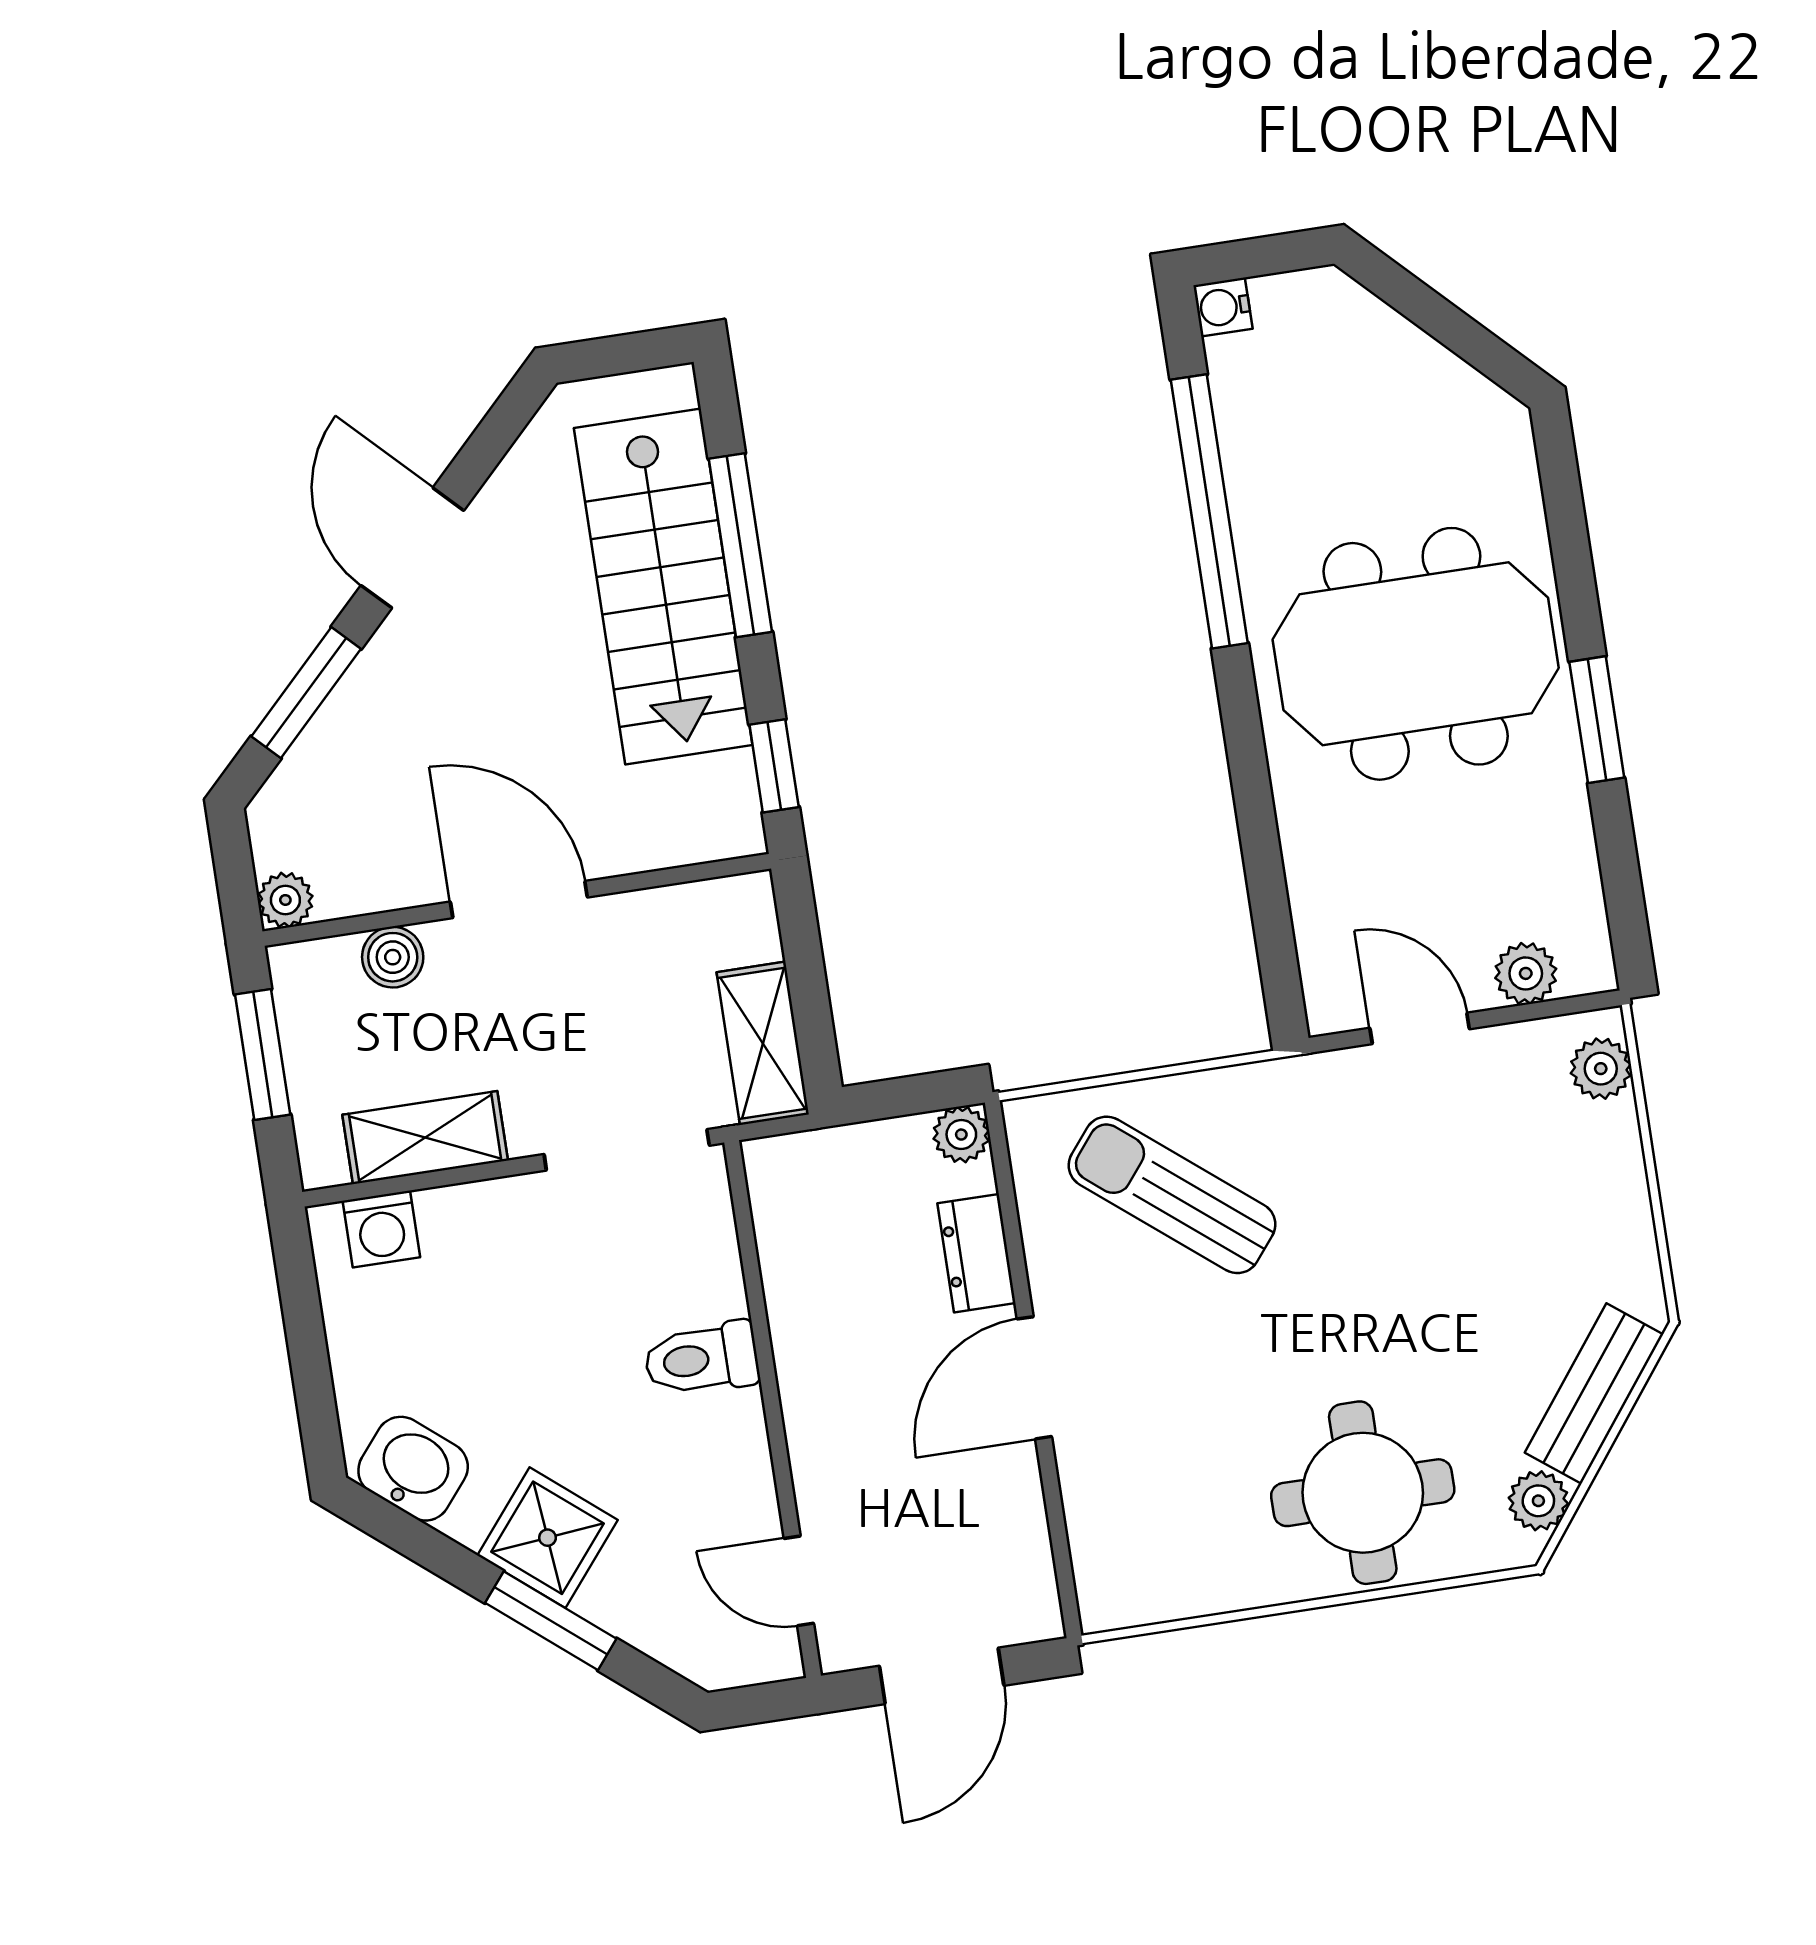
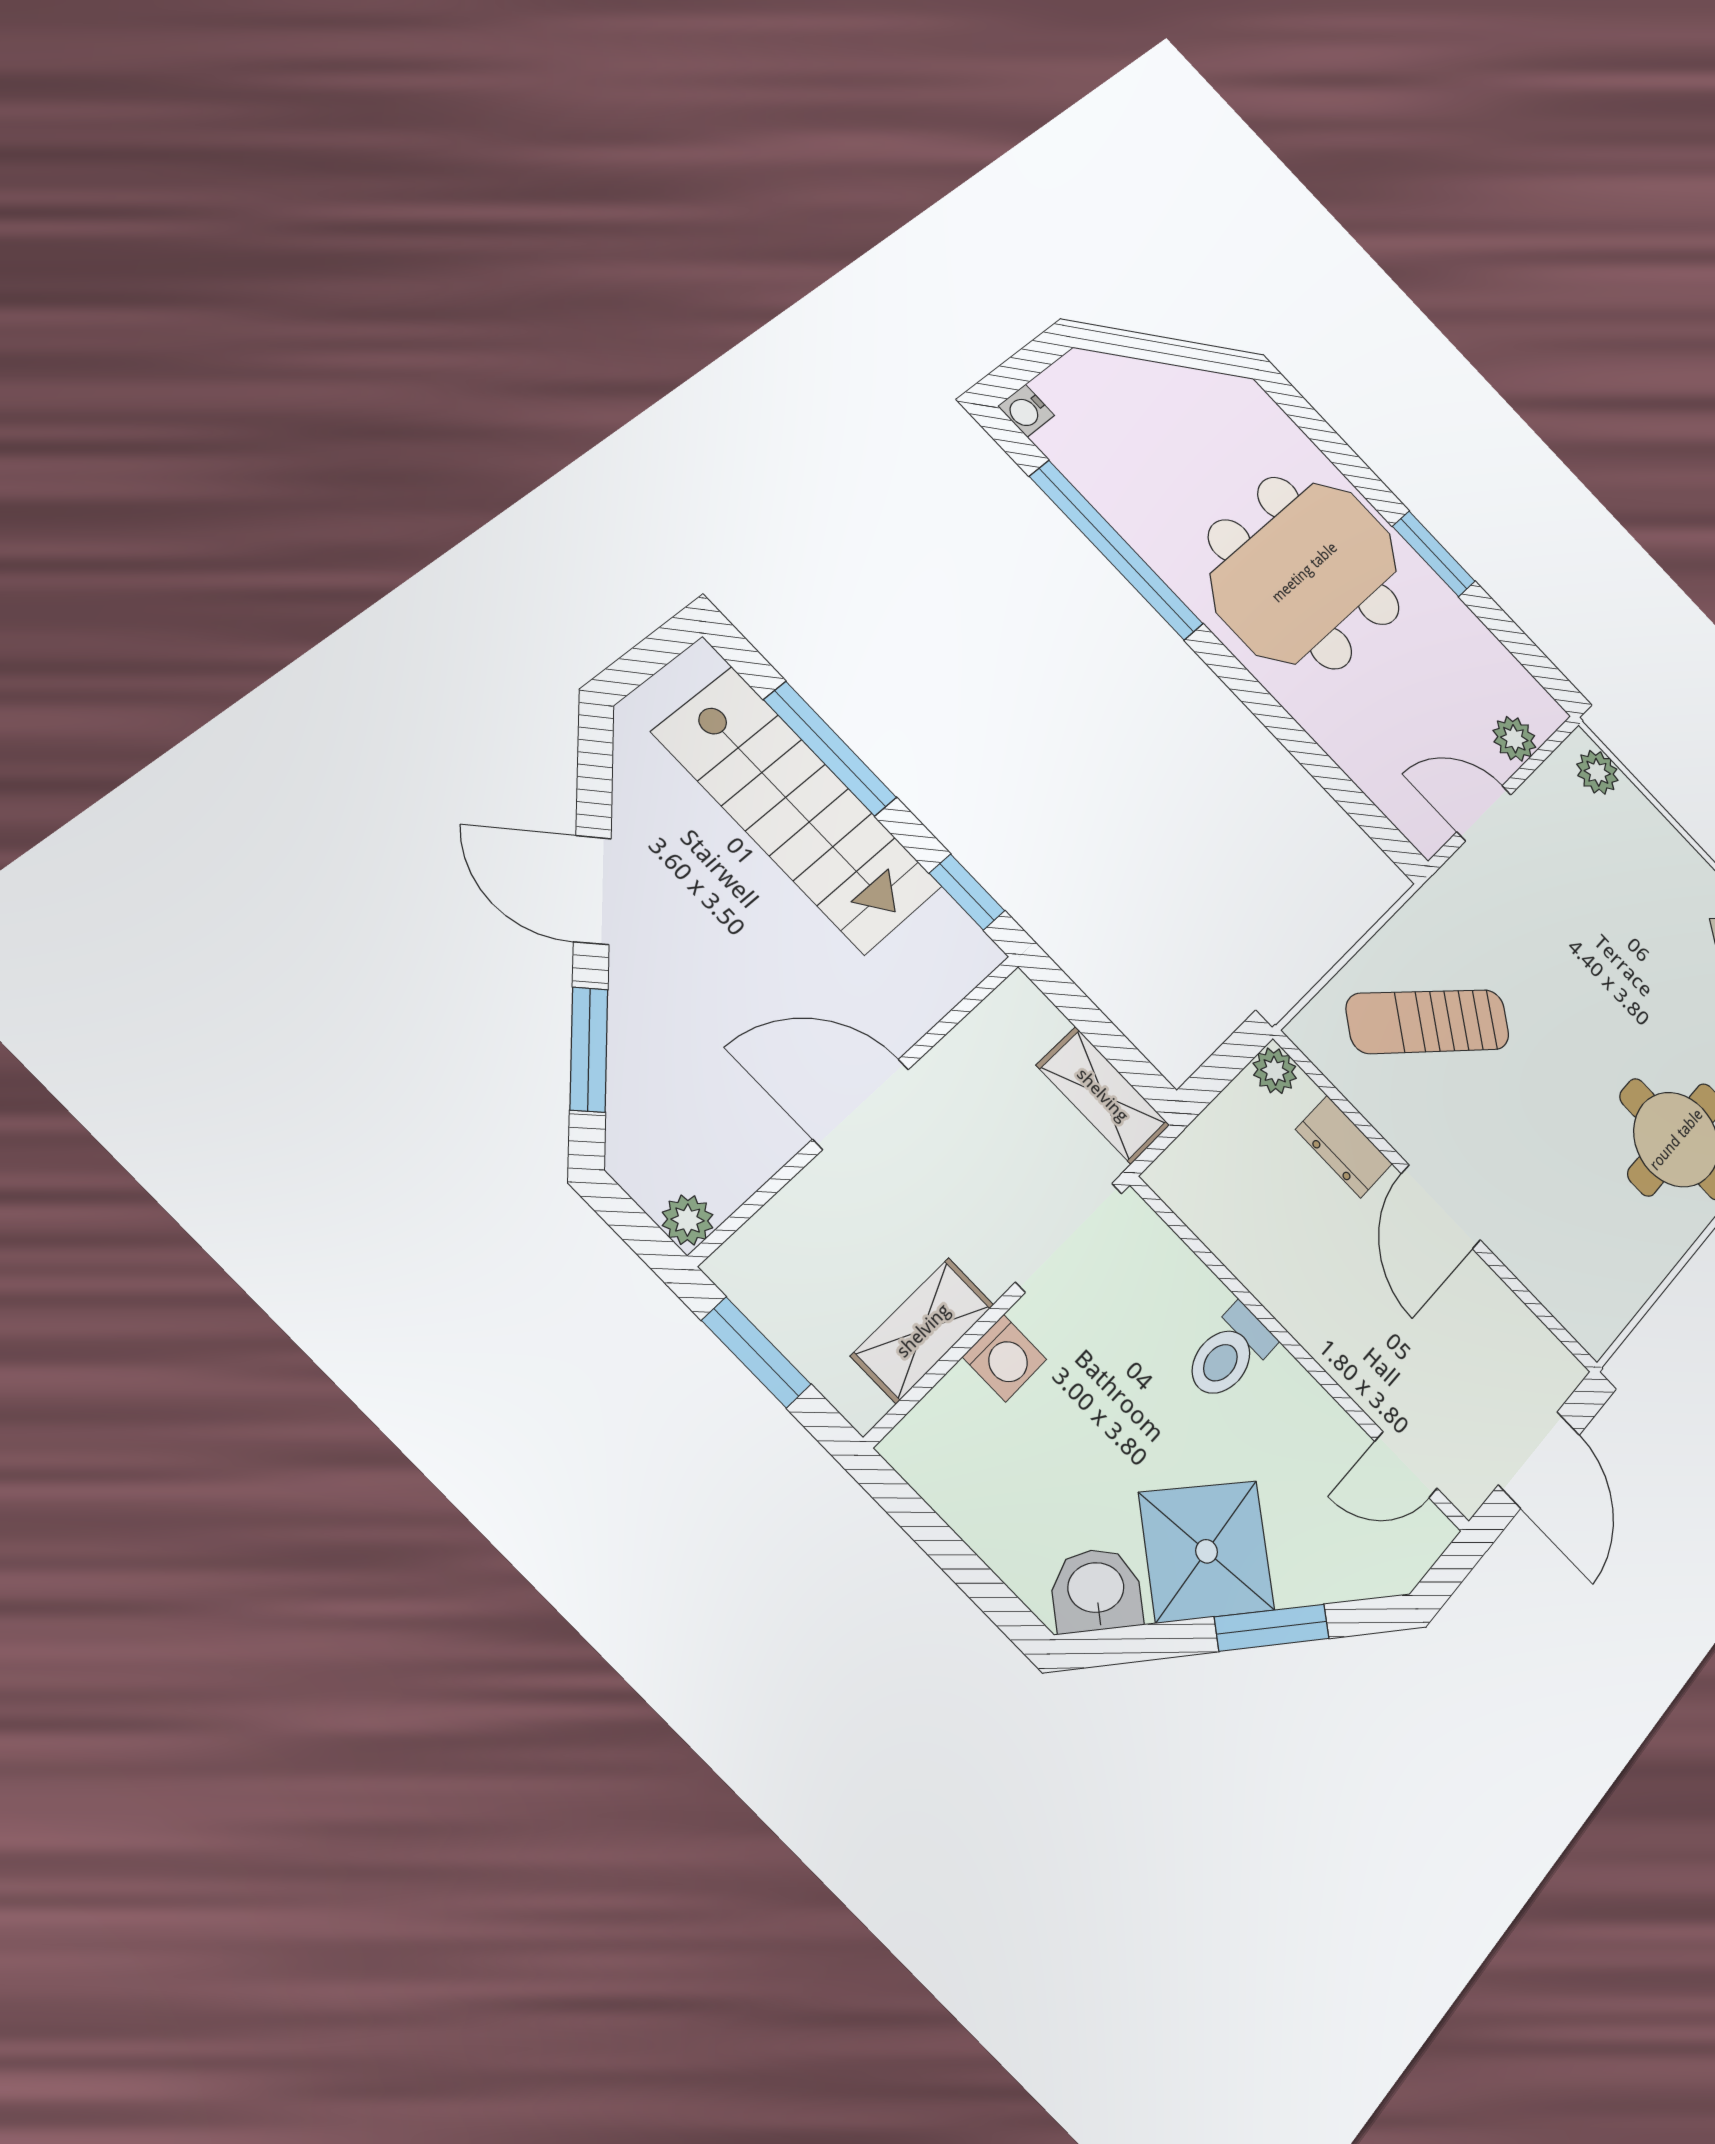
boiler: (393, 957) -> (800, 1209), removed
washing machine: (381, 1229) -> (1005, 1358), moved
shower: (548, 1538) -> (1207, 1551), width x1.36, depth x1.36

